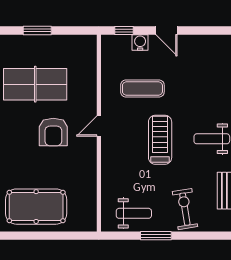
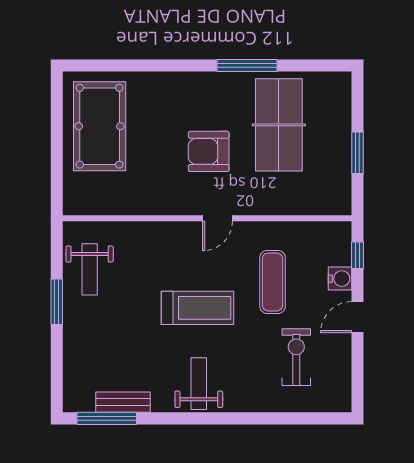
window: (37, 31) -> (357, 153), moved
door: (99, 126) -> (217, 218), swing flipped
exercise bike: (185, 209) -> (296, 357), moved, turned -81

